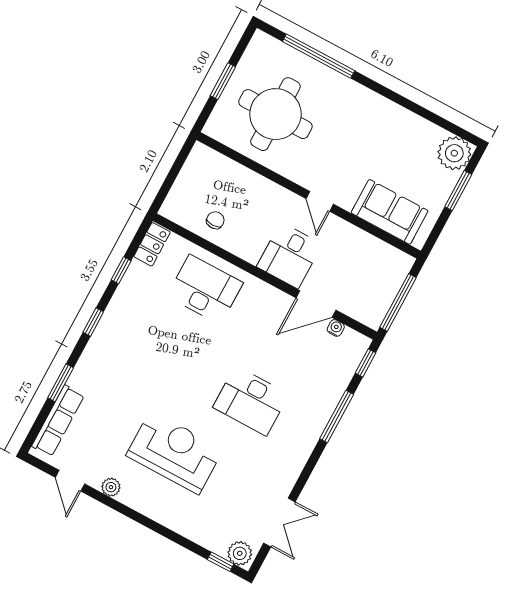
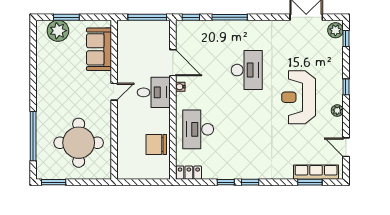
window: (223, 81) -> (54, 182), moved
plant: (454, 153) -> (58, 31), moved
chair: (215, 220) -> (156, 144), width x1.87, depth x1.87
window: (121, 270) -> (226, 182), moved
water cooler: (336, 328) -> (180, 87), moved
window: (61, 383) -> (310, 182), moved
door: (70, 481) -> (346, 147), swing flipped
plant: (111, 487) -> (337, 111), moved
window: (154, 526) -> (346, 87), added

